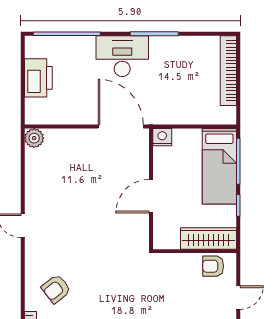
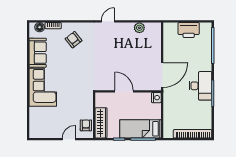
desk: (122, 56) -> (200, 86), moved
plant: (34, 138) -> (139, 28), moved
door: (238, 298) -> (69, 139), swing flipped

